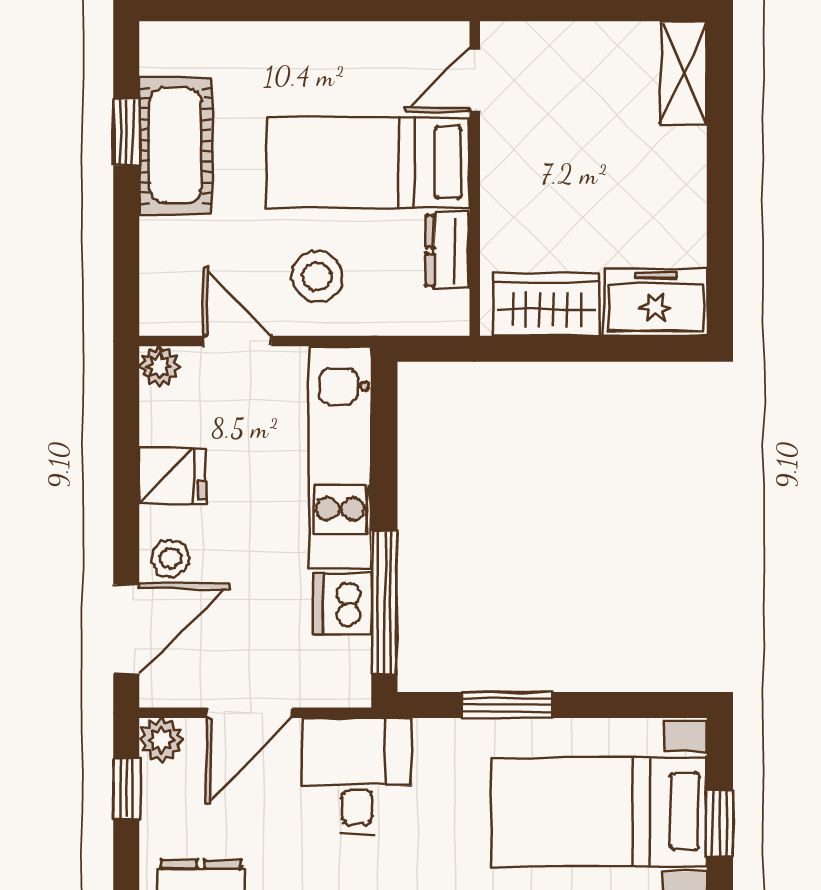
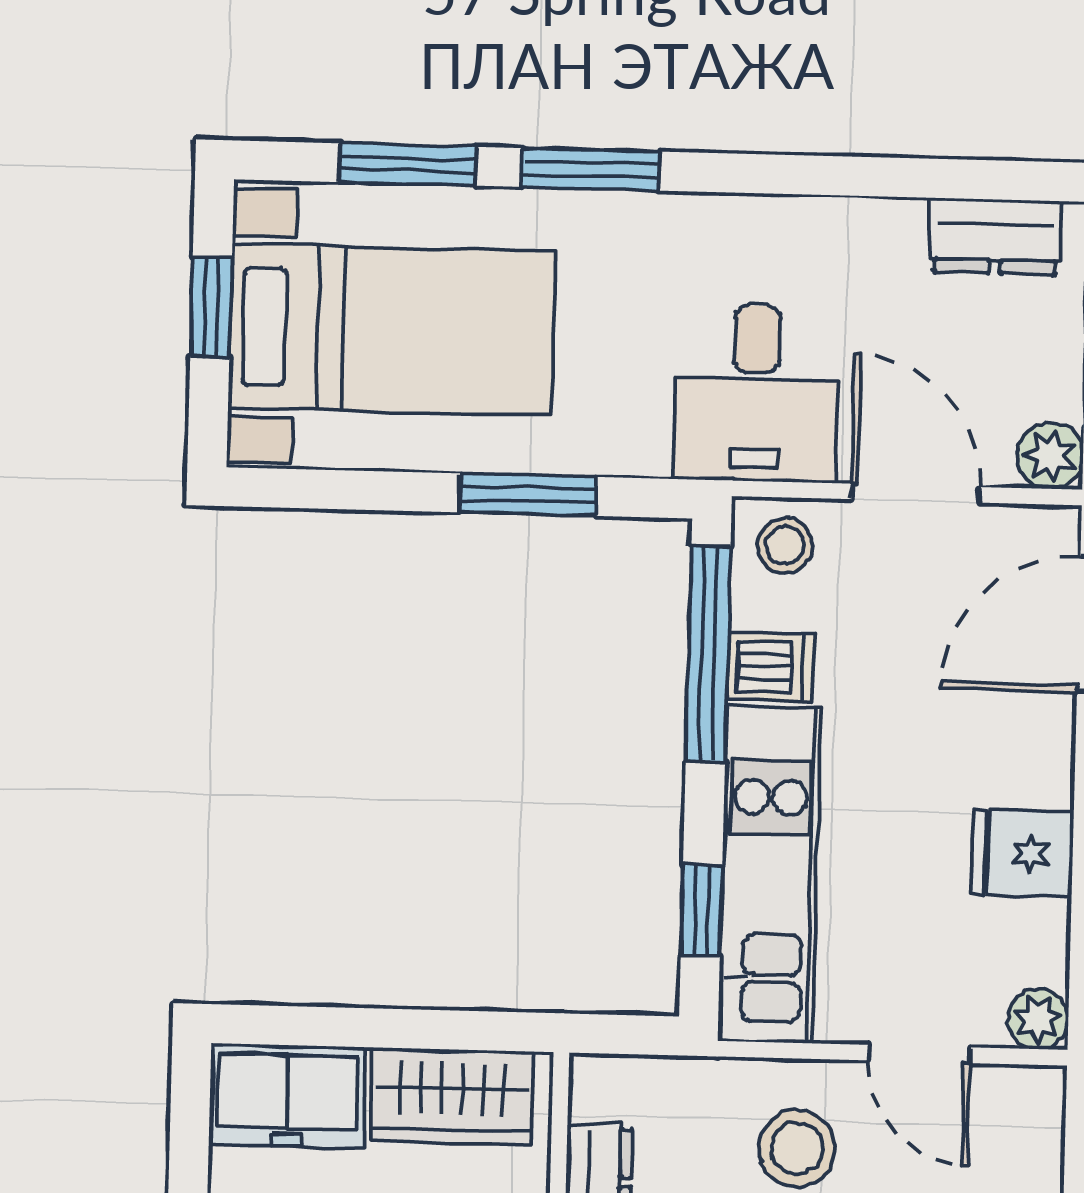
window: (384, 432) -> (701, 910), added
stool: (170, 558) -> (785, 545), moved
dishwasher: (343, 604) -> (771, 667), width x0.73
door: (249, 713) -> (916, 493), hinge flipped

